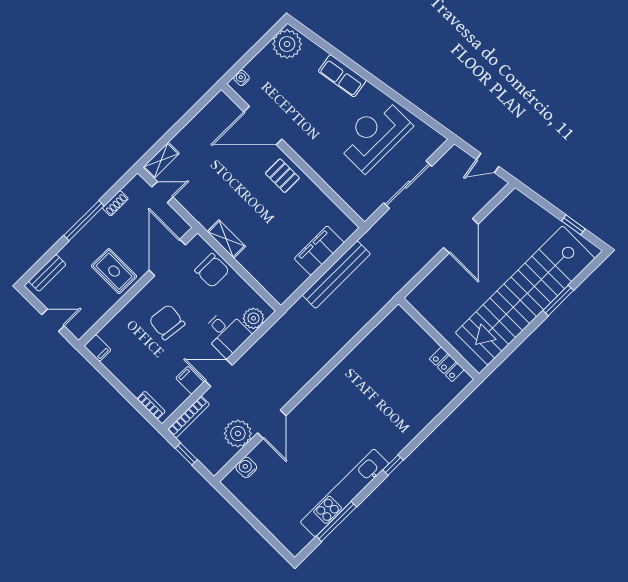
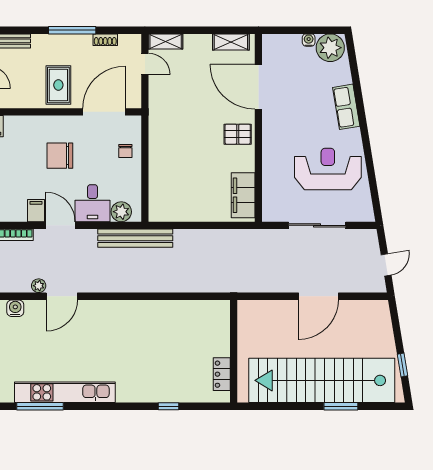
water cooler: (242, 78) -> (309, 40), moved
door: (488, 163) -> (386, 265), swing flipped
pallet: (282, 176) -> (238, 134), turned 90
shelving: (226, 239) -> (231, 42), moved, turned 90
filing cabinet: (319, 251) -> (243, 195), moved, turned -90
chair: (212, 270) -> (125, 151), width x0.54, depth x0.54
bench: (336, 275) -> (135, 238), moved
chair: (167, 322) -> (60, 156), turned -97
plant: (238, 434) -> (39, 286), width x0.53, depth x0.53
window: (393, 465) -> (168, 406), moved

